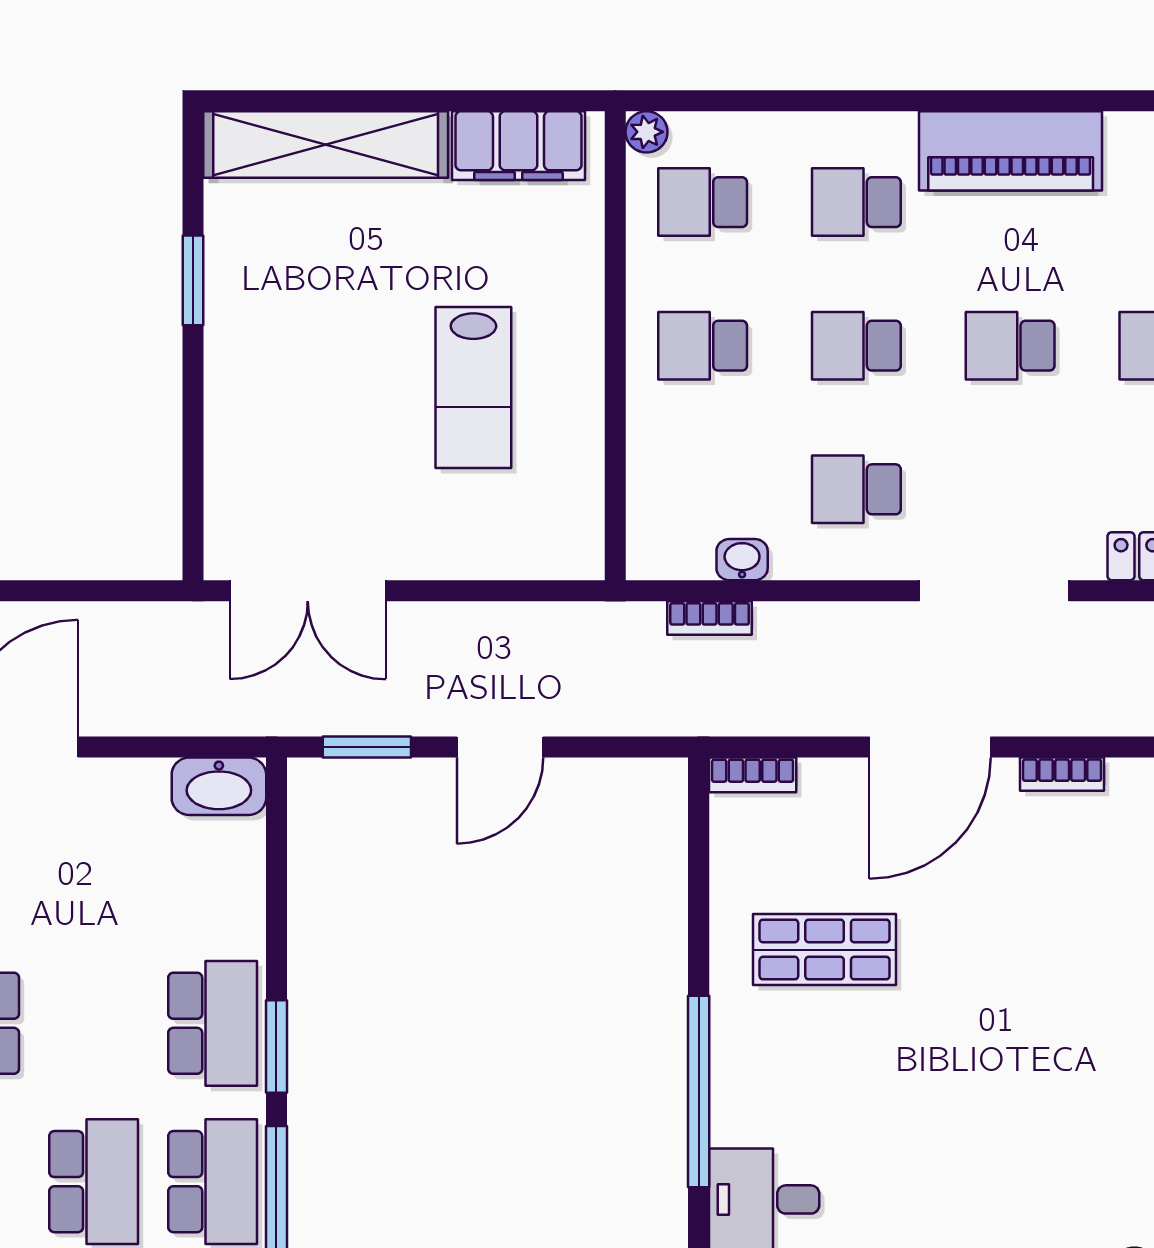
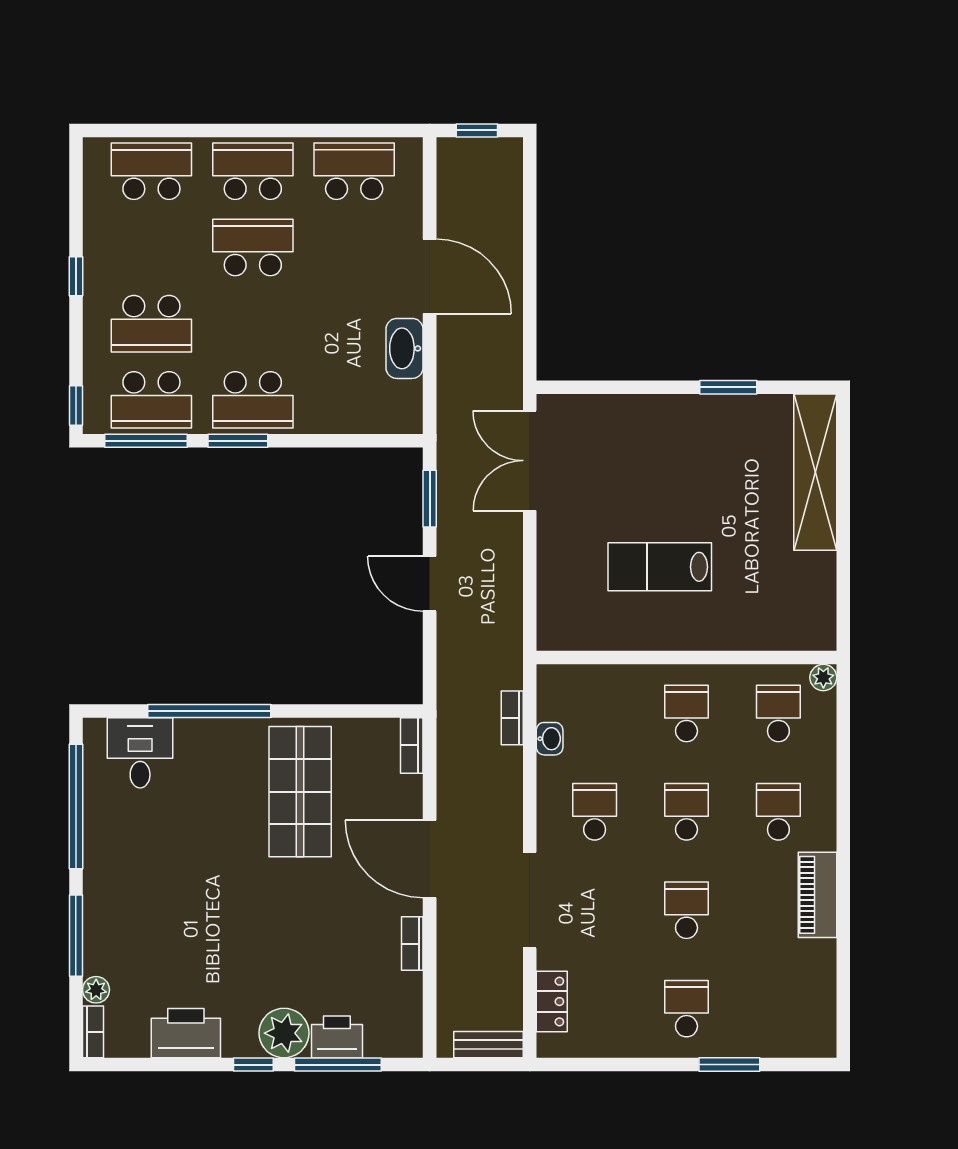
filing cabinet: (518, 146) -> (815, 596), removed
piano: (1011, 151) -> (817, 895), width x0.73, depth x0.75
washbasin: (219, 786) -> (405, 348), moved
shop shelf: (825, 950) -> (300, 792), width x1.43, depth x1.36

